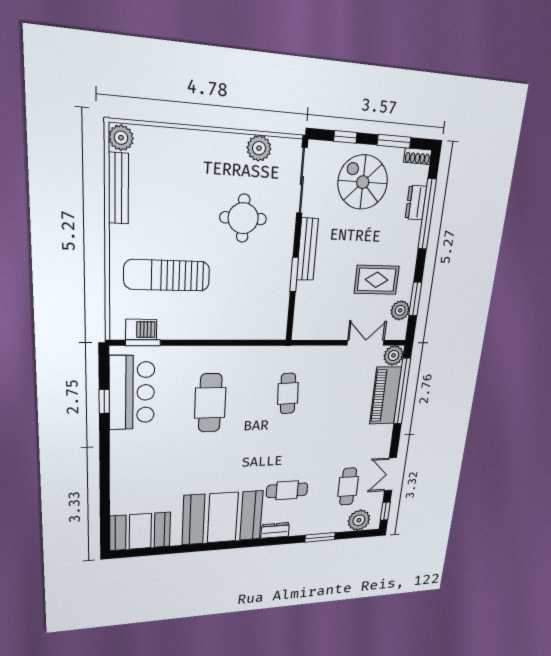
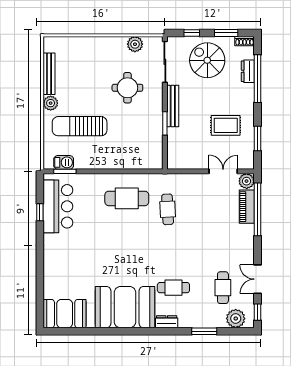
plant: (121, 138) -> (51, 103), moved
plant: (400, 310) -> (247, 147), removed
piano: (385, 396) -> (247, 207), width x0.73, depth x0.75
cafe table: (210, 403) -> (127, 198), moved, turned 90

